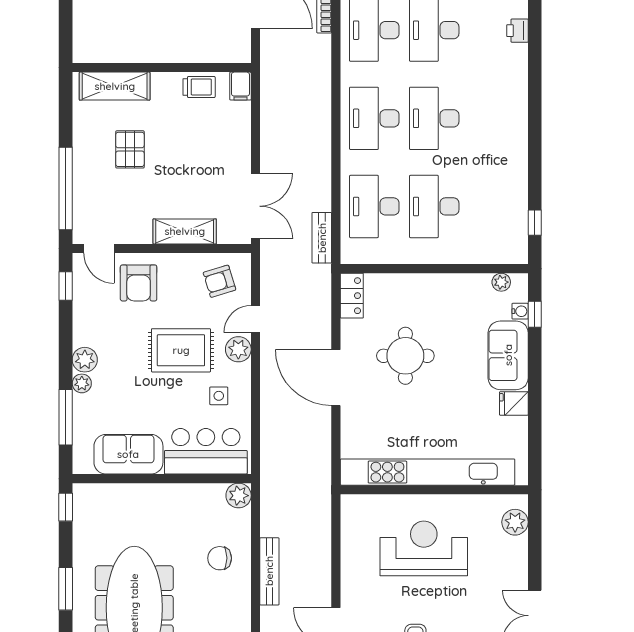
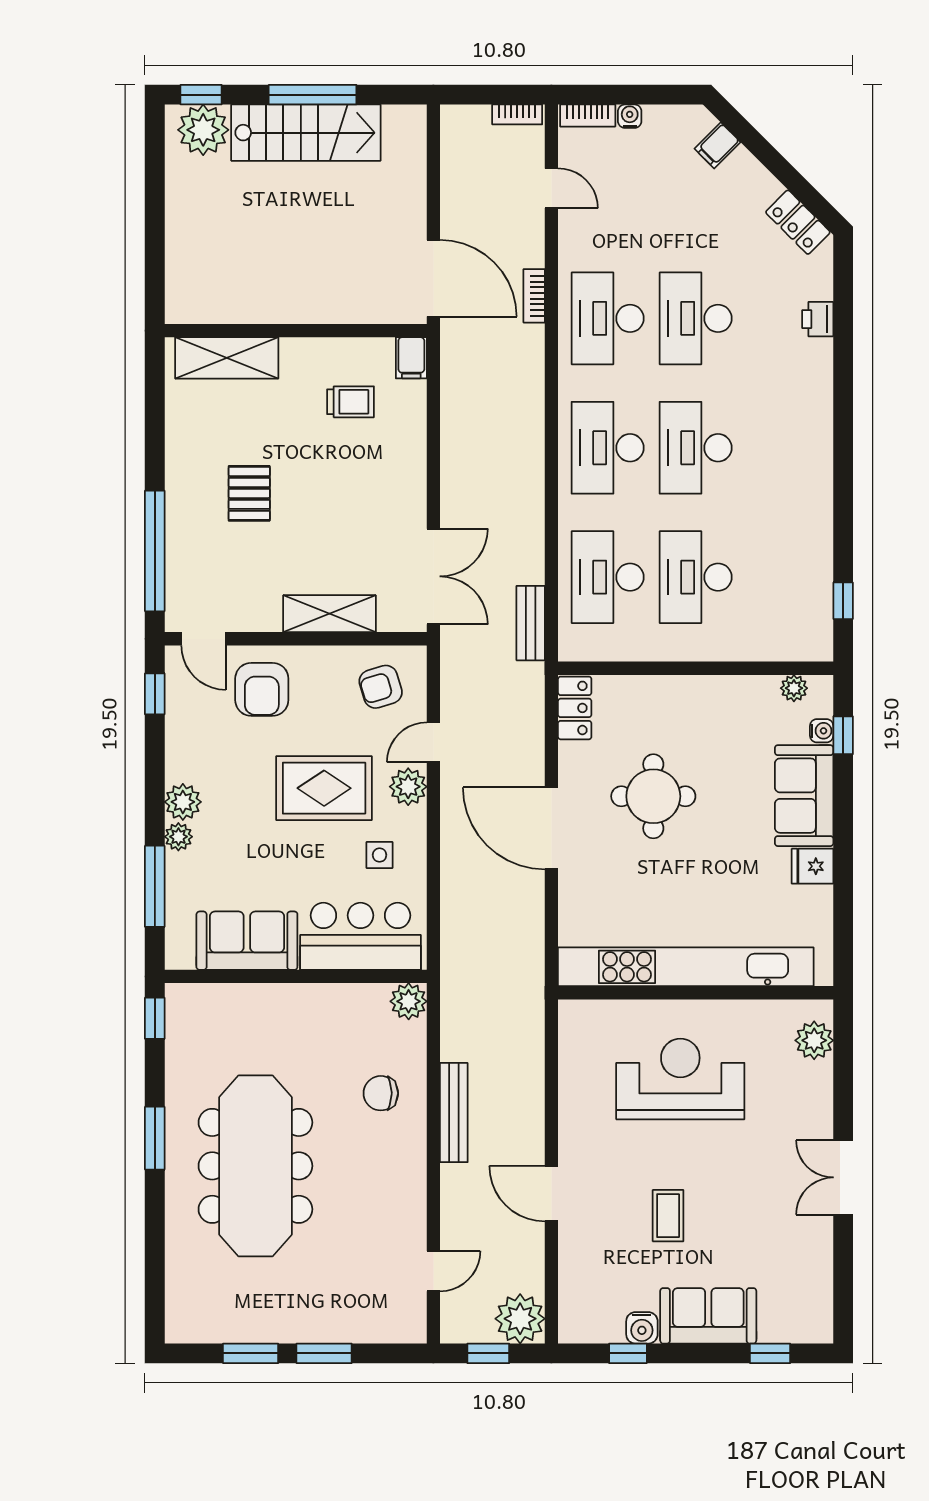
wall: (162, 68) -> (296, 331), moved
shelving: (115, 86) -> (227, 358), moved
filing cabinet: (240, 86) -> (411, 358), moved

